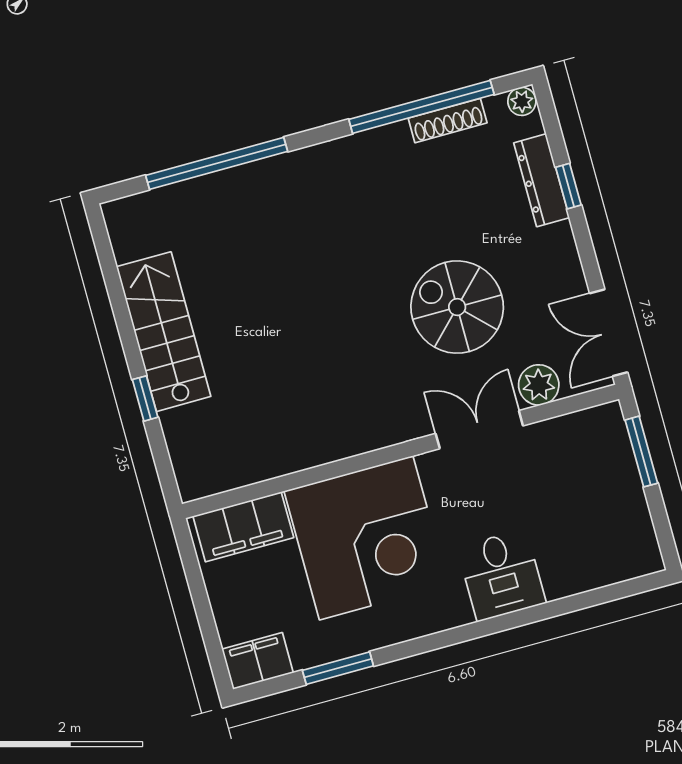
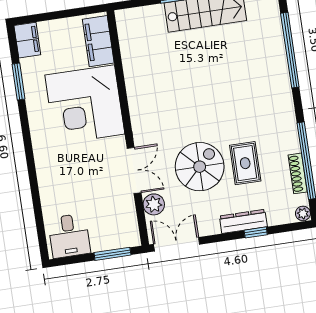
dresser: (542, 180) -> (243, 221), moved
rug: (440, 222) -> (245, 163), added
desk: (502, 575) -> (69, 236), moved, turned -90

